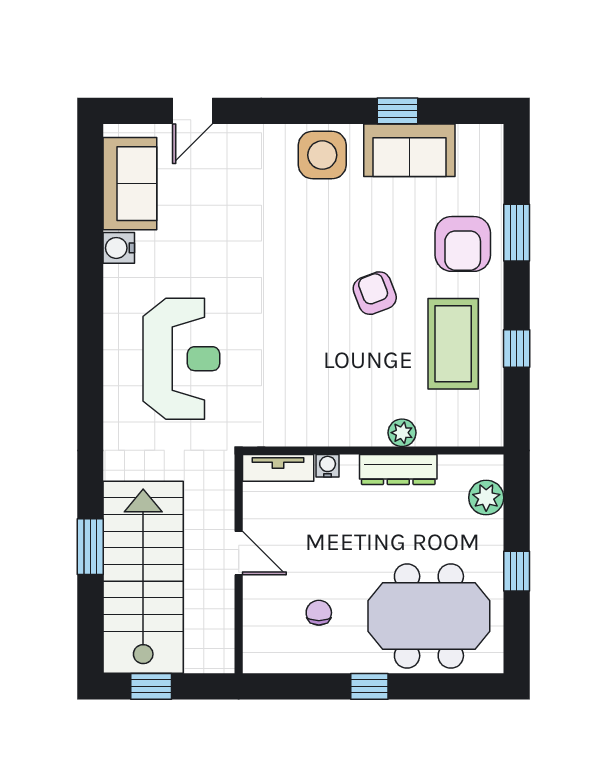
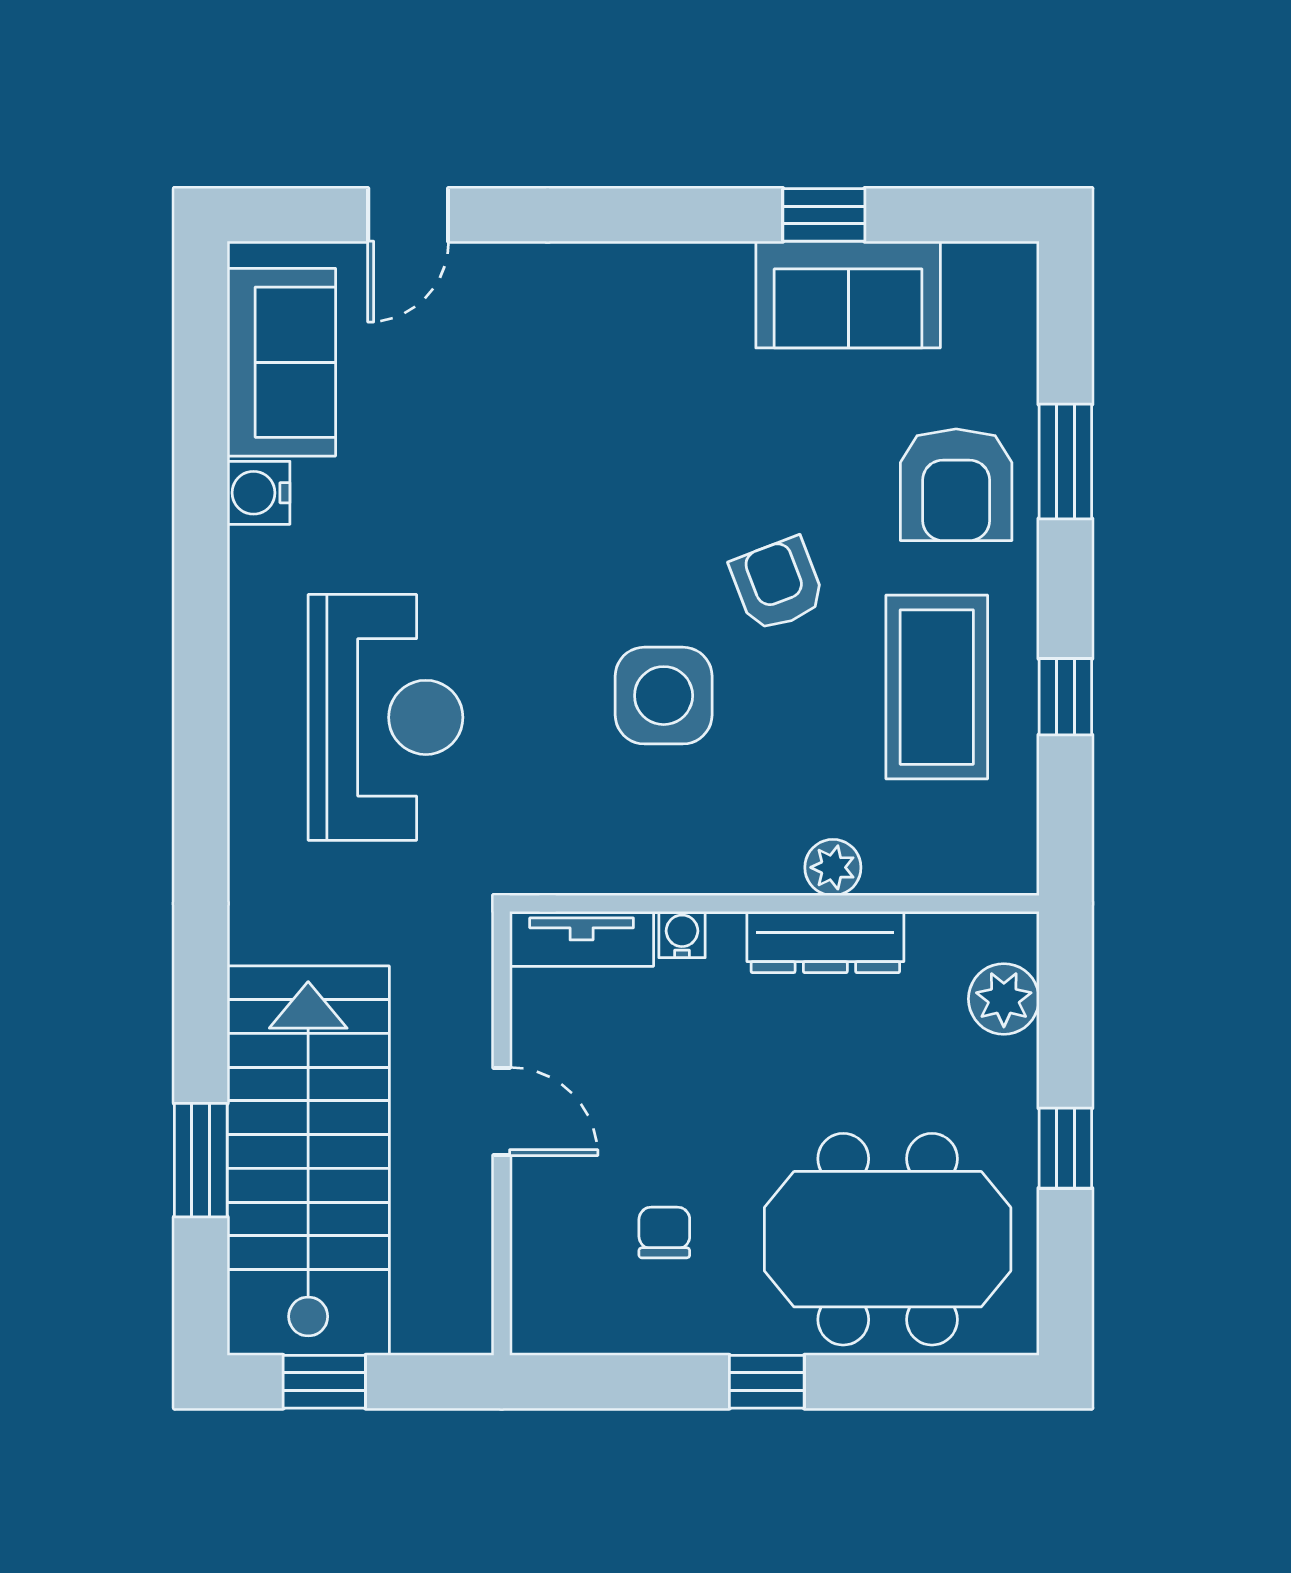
side table: (322, 155) -> (664, 696), moved
window: (90, 547) -> (201, 1160), moved

